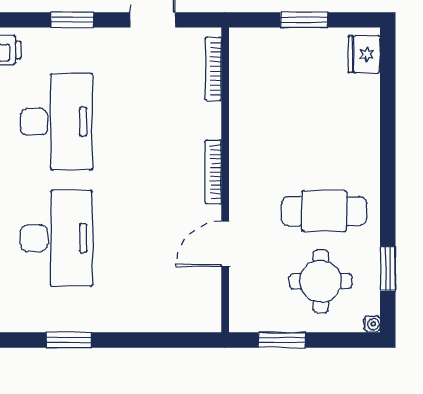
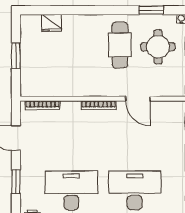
fridge: (364, 54) -> (51, 23), moved

